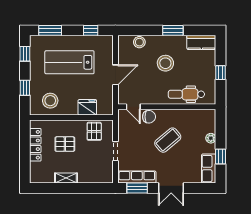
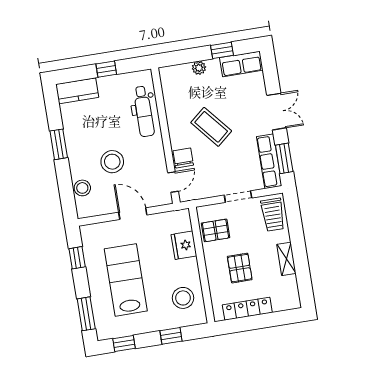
kitchen counter: (201, 42) -> (77, 91), moved, turned 90
lab bench: (69, 62) -> (126, 280), turned 180
stool: (165, 63) -> (112, 162), moved
trolley: (99, 174) -> (273, 215), added

